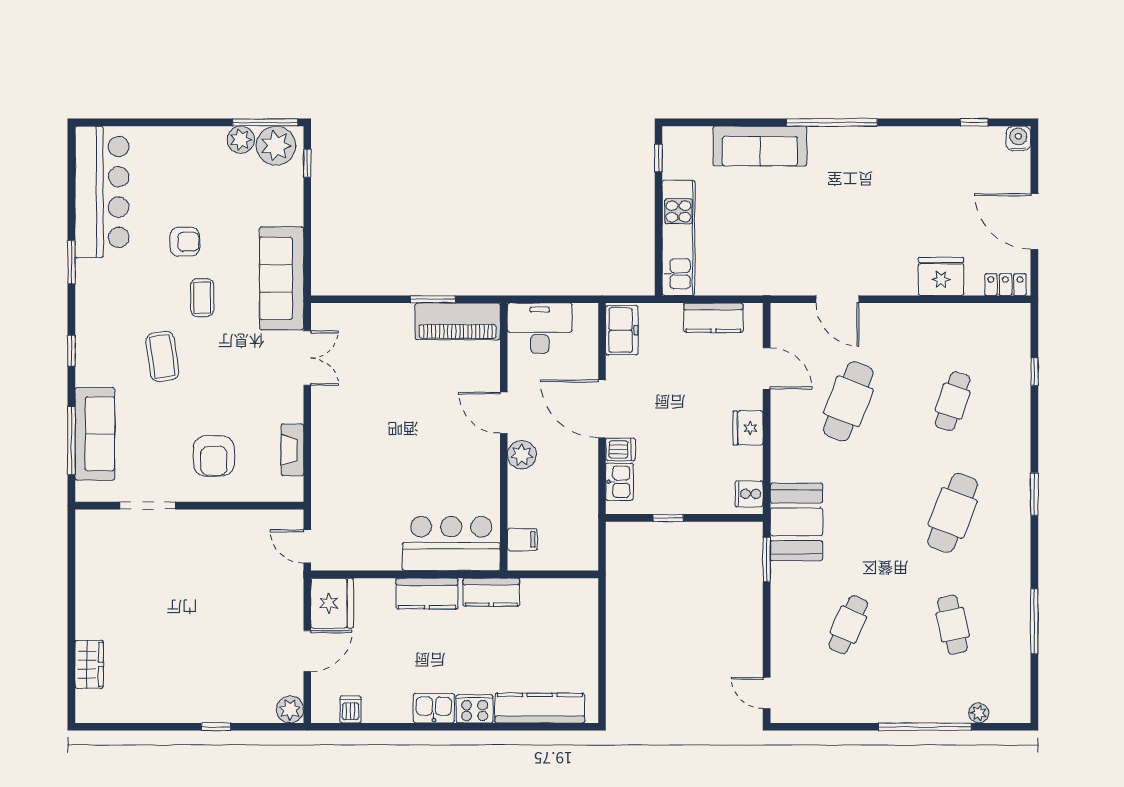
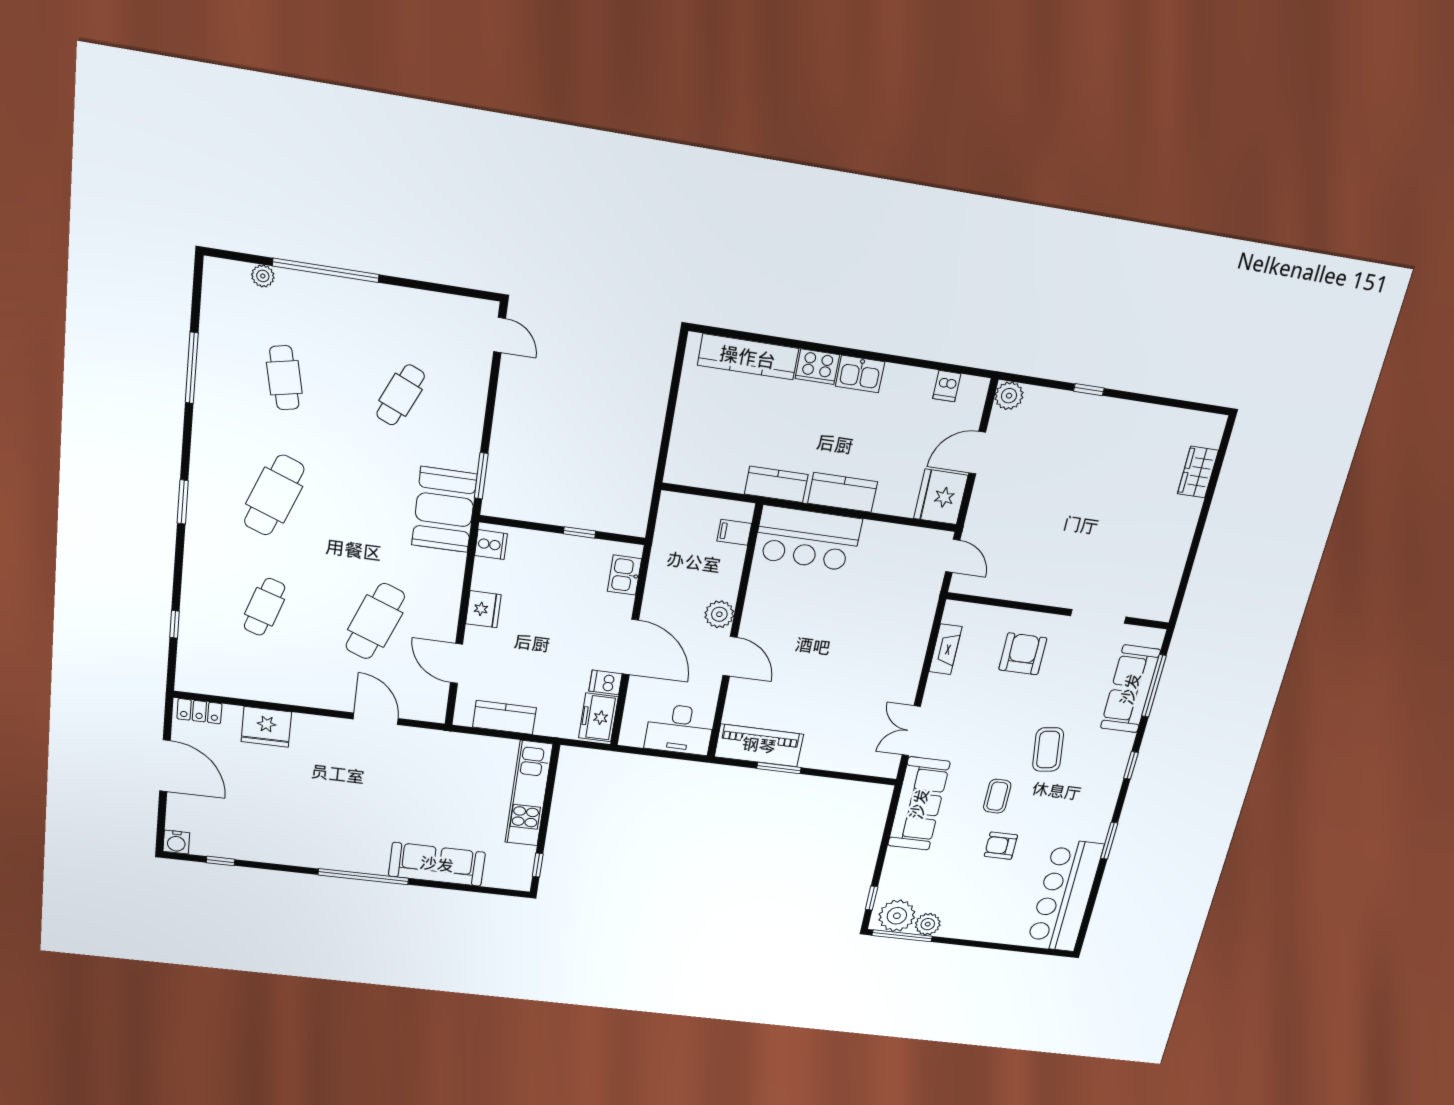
dishwasher: (620, 449) -> (606, 682), moved

